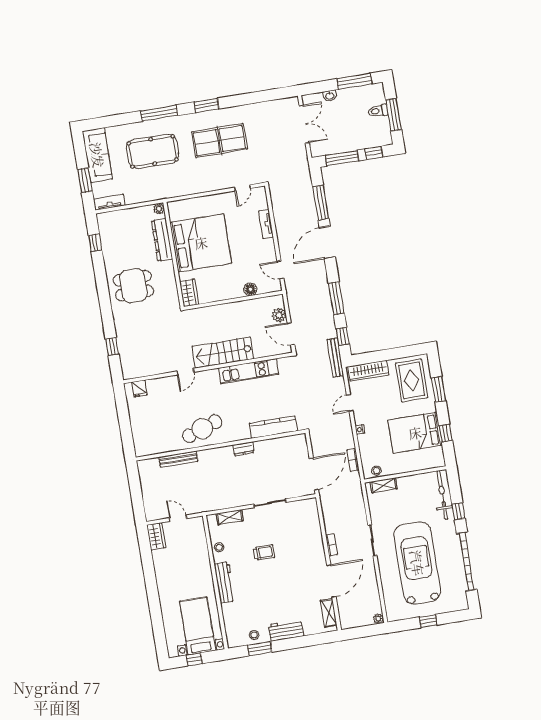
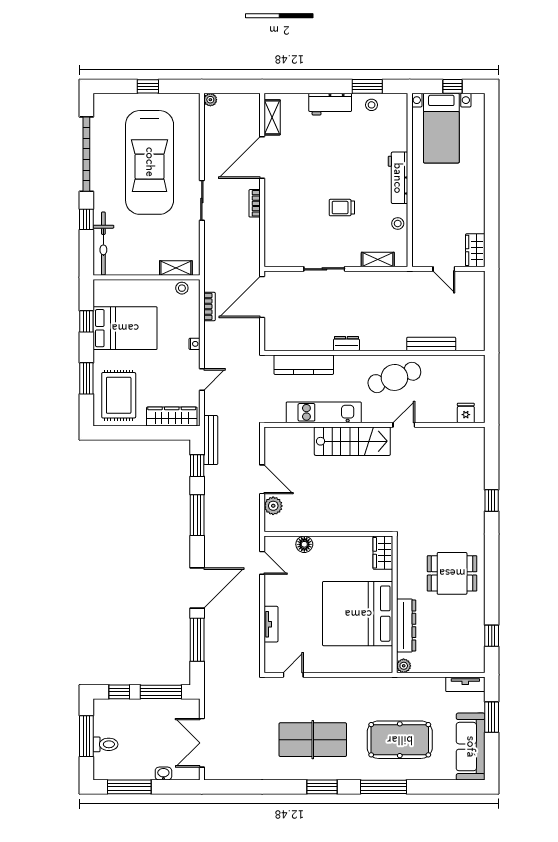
stairs: (223, 353) -> (352, 441), moved
wall: (208, 368) -> (375, 425), moved
kitchen unit: (249, 371) -> (324, 412), moved
door: (185, 372) -> (404, 425), moved
fridge: (139, 389) -> (466, 413), moved

